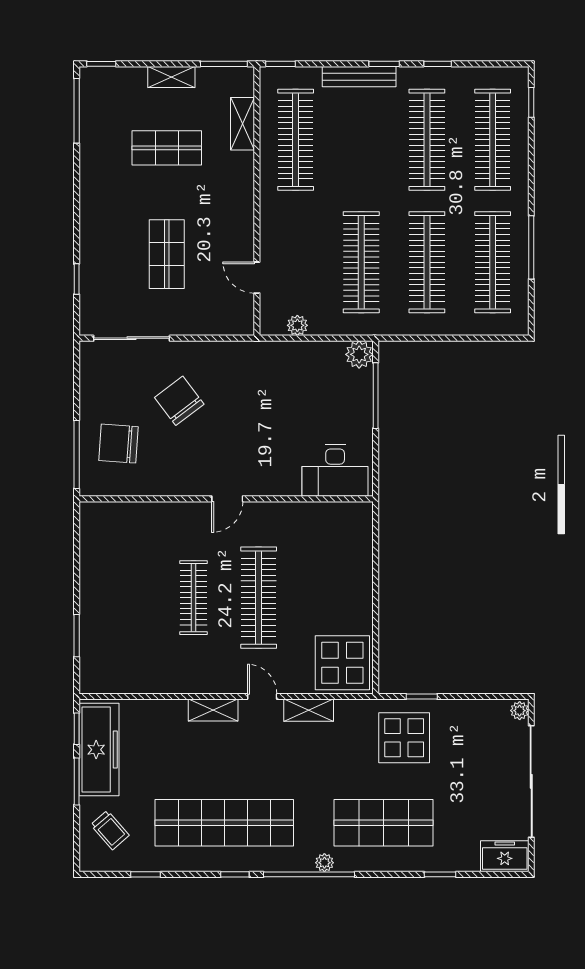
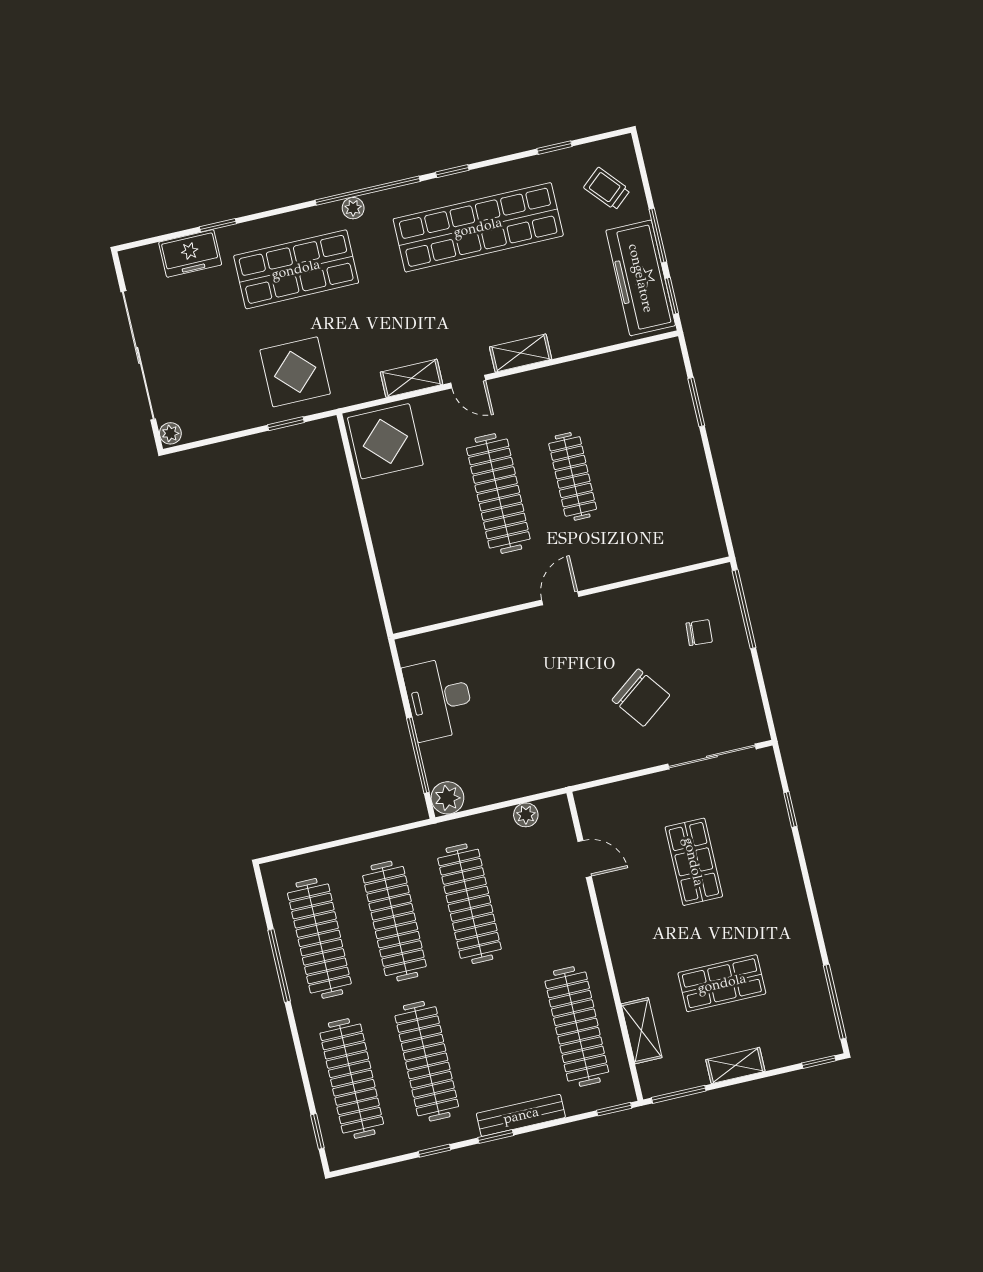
chair: (118, 444) -> (699, 633), width x0.54, depth x0.54
desk: (335, 470) -> (439, 699), moved, turned -90
freezer: (505, 856) -> (190, 253), moved

